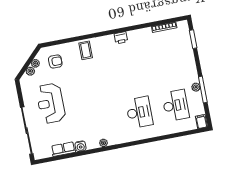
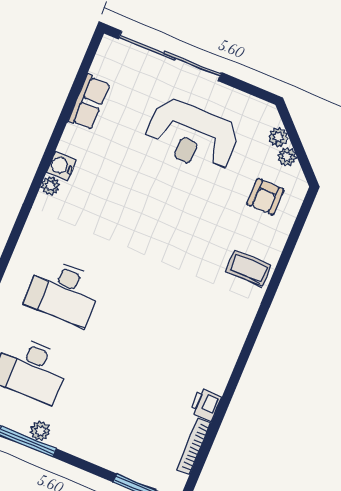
printer: (121, 38) -> (206, 404), moved
reception desk: (51, 103) -> (192, 136), turned 180
water cooler: (81, 146) -> (61, 166), moved

